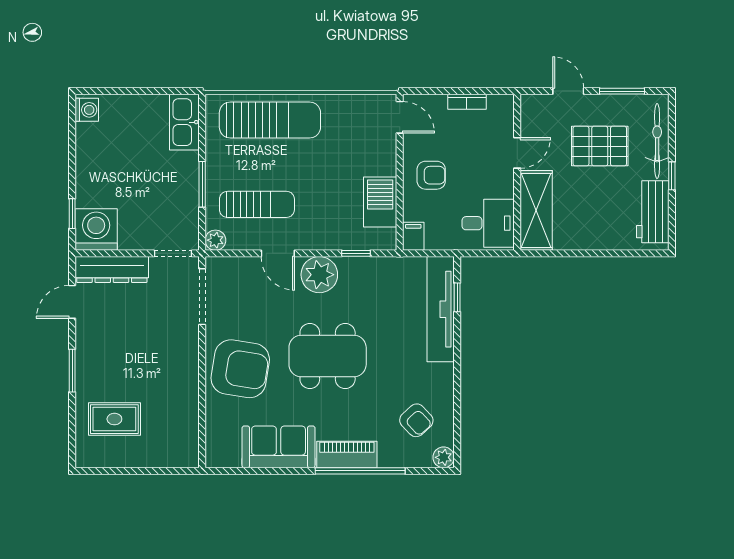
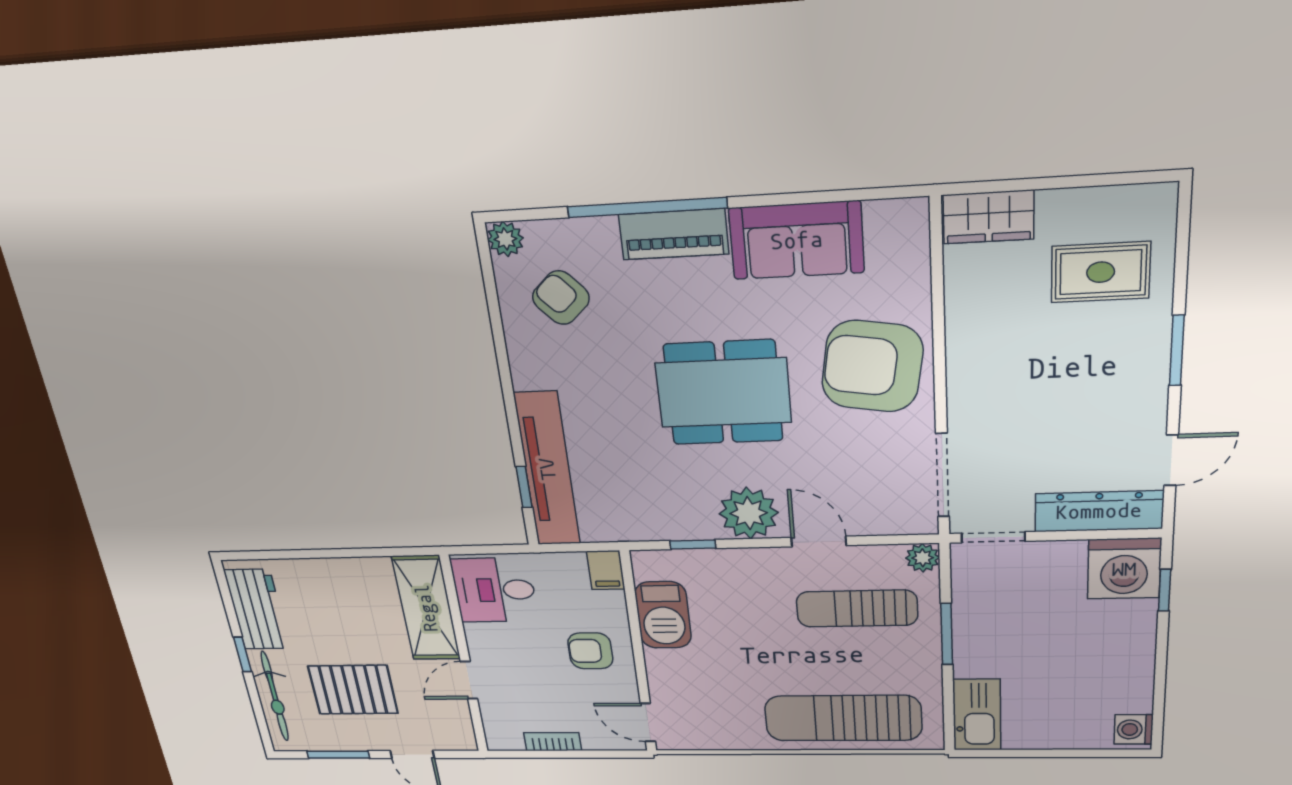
wardrobe: (174, 454) -> (989, 217), added

